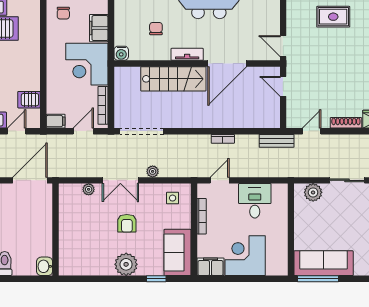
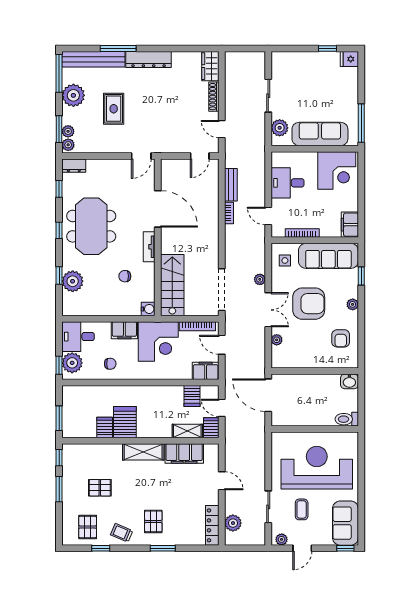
stairs: (173, 79) -> (172, 285), moved
door: (283, 86) -> (200, 156), moved
filing cabinet: (56, 121) -> (206, 371), width x2.00
bench: (277, 141) -> (231, 185), moved
armchair: (127, 223) -> (309, 304), width x1.88, depth x1.88
sofa: (177, 252) -> (328, 256), width x1.36
corner desk: (245, 256) -> (337, 171), moved, turned -90
armchair: (90, 257) -> (341, 338), added
sofa: (324, 263) -> (320, 134), moved, turned 90
plant: (126, 264) -> (353, 304), width x0.53, depth x0.53

